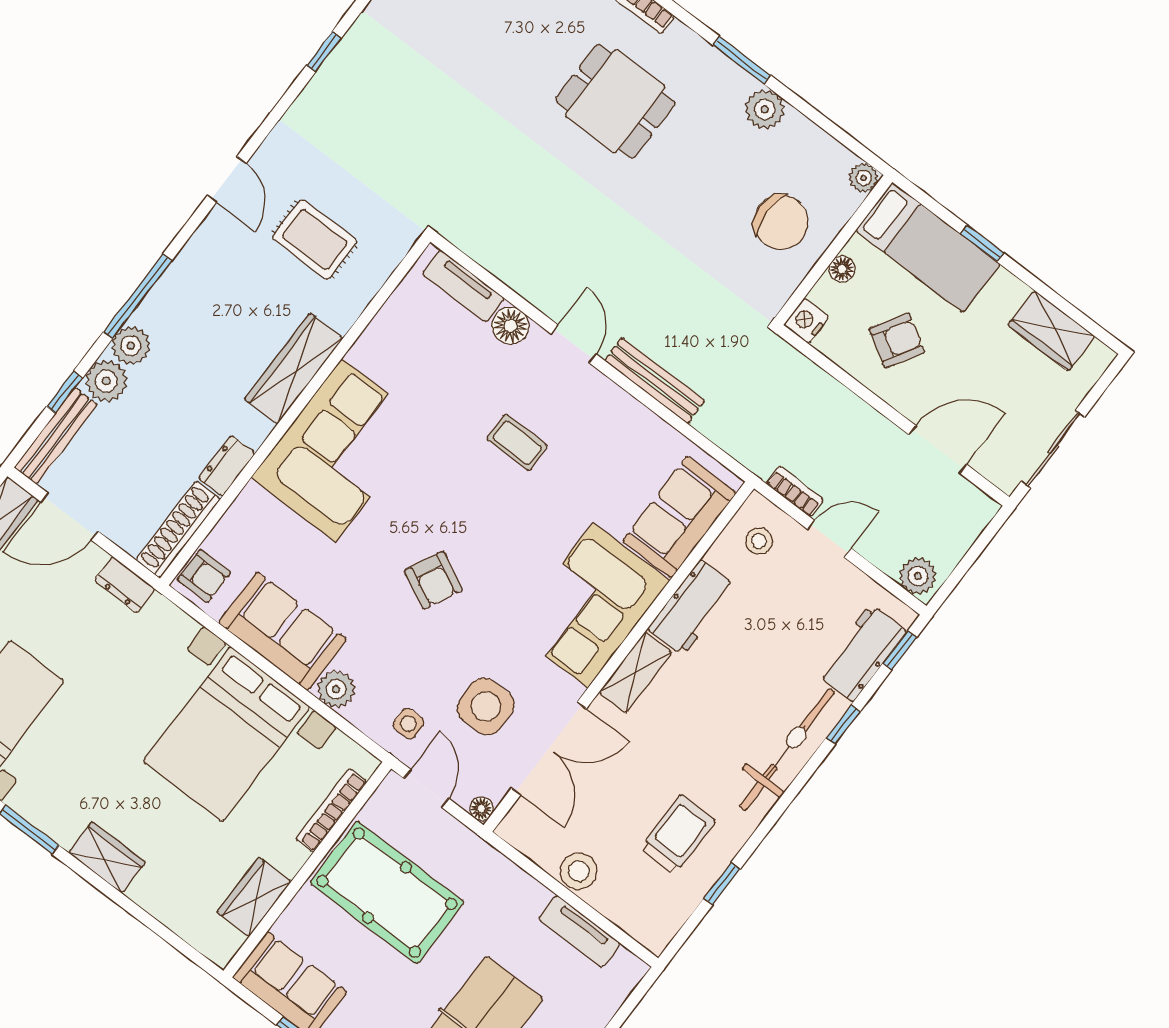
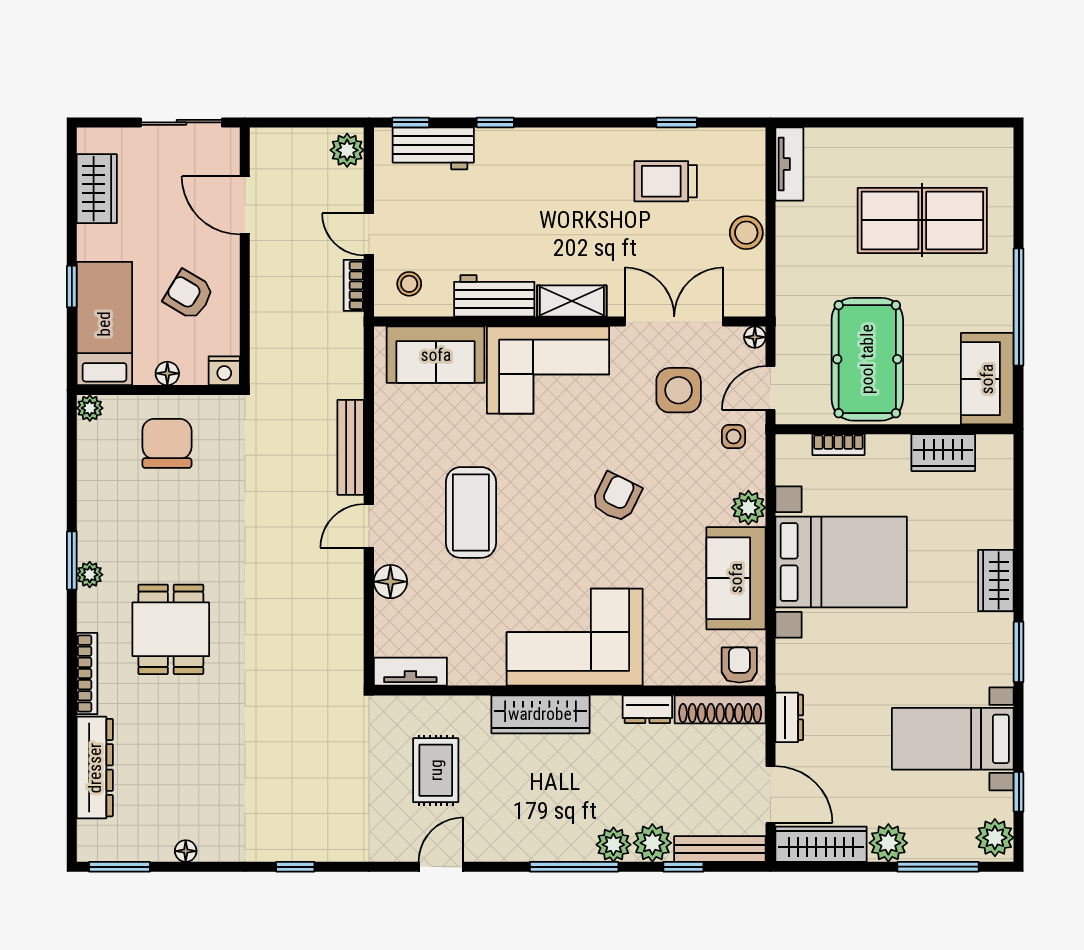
plant: (765, 109) -> (90, 575), moved, width x0.73, depth x0.73
tv unit: (463, 286) -> (410, 672), moved, turned -90
coffee table: (517, 442) -> (471, 512), width x1.86, depth x1.72
bicycle: (787, 749) -> (544, 149), removed
bookcase: (331, 810) -> (838, 445), width x0.64
tv unit: (579, 931) -> (789, 164), moved

